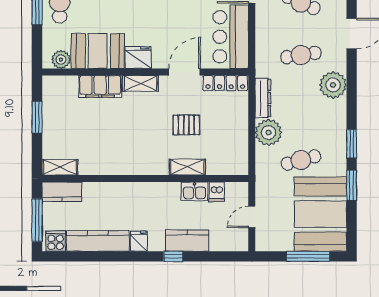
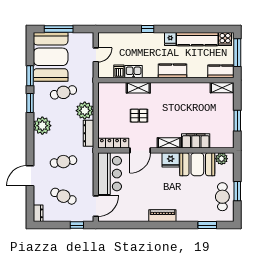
plant: (333, 85) -> (42, 126), moved
kitchen counter: (187, 241) -> (173, 71), moved, turned 180

